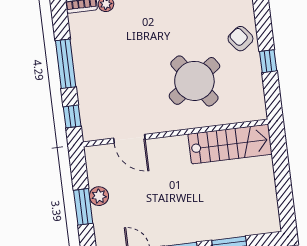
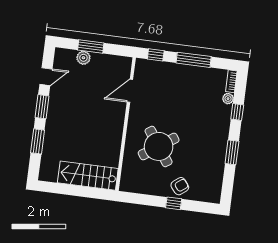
window: (268, 61) -> (174, 203), moved
stairs: (230, 144) -> (88, 176), moved, turned 90
plant: (99, 196) -> (83, 58), moved

